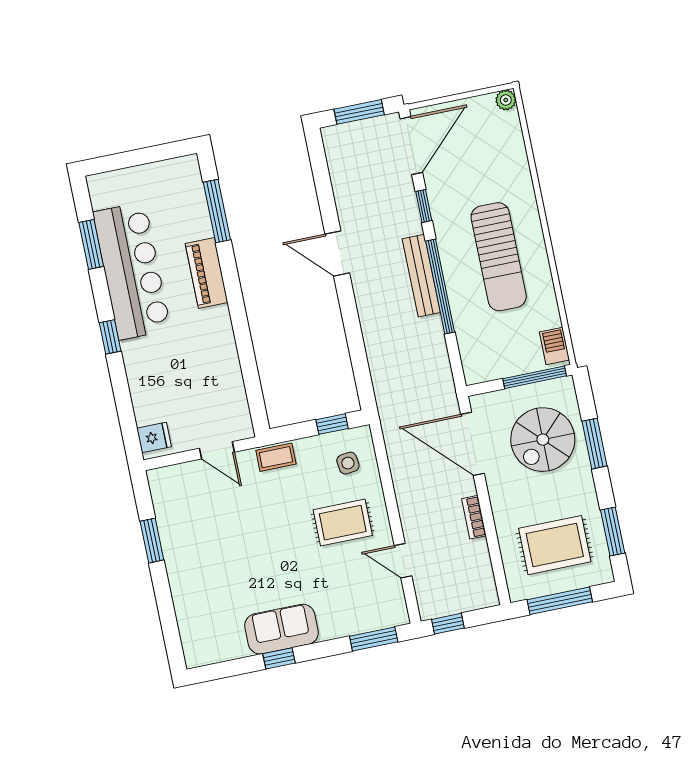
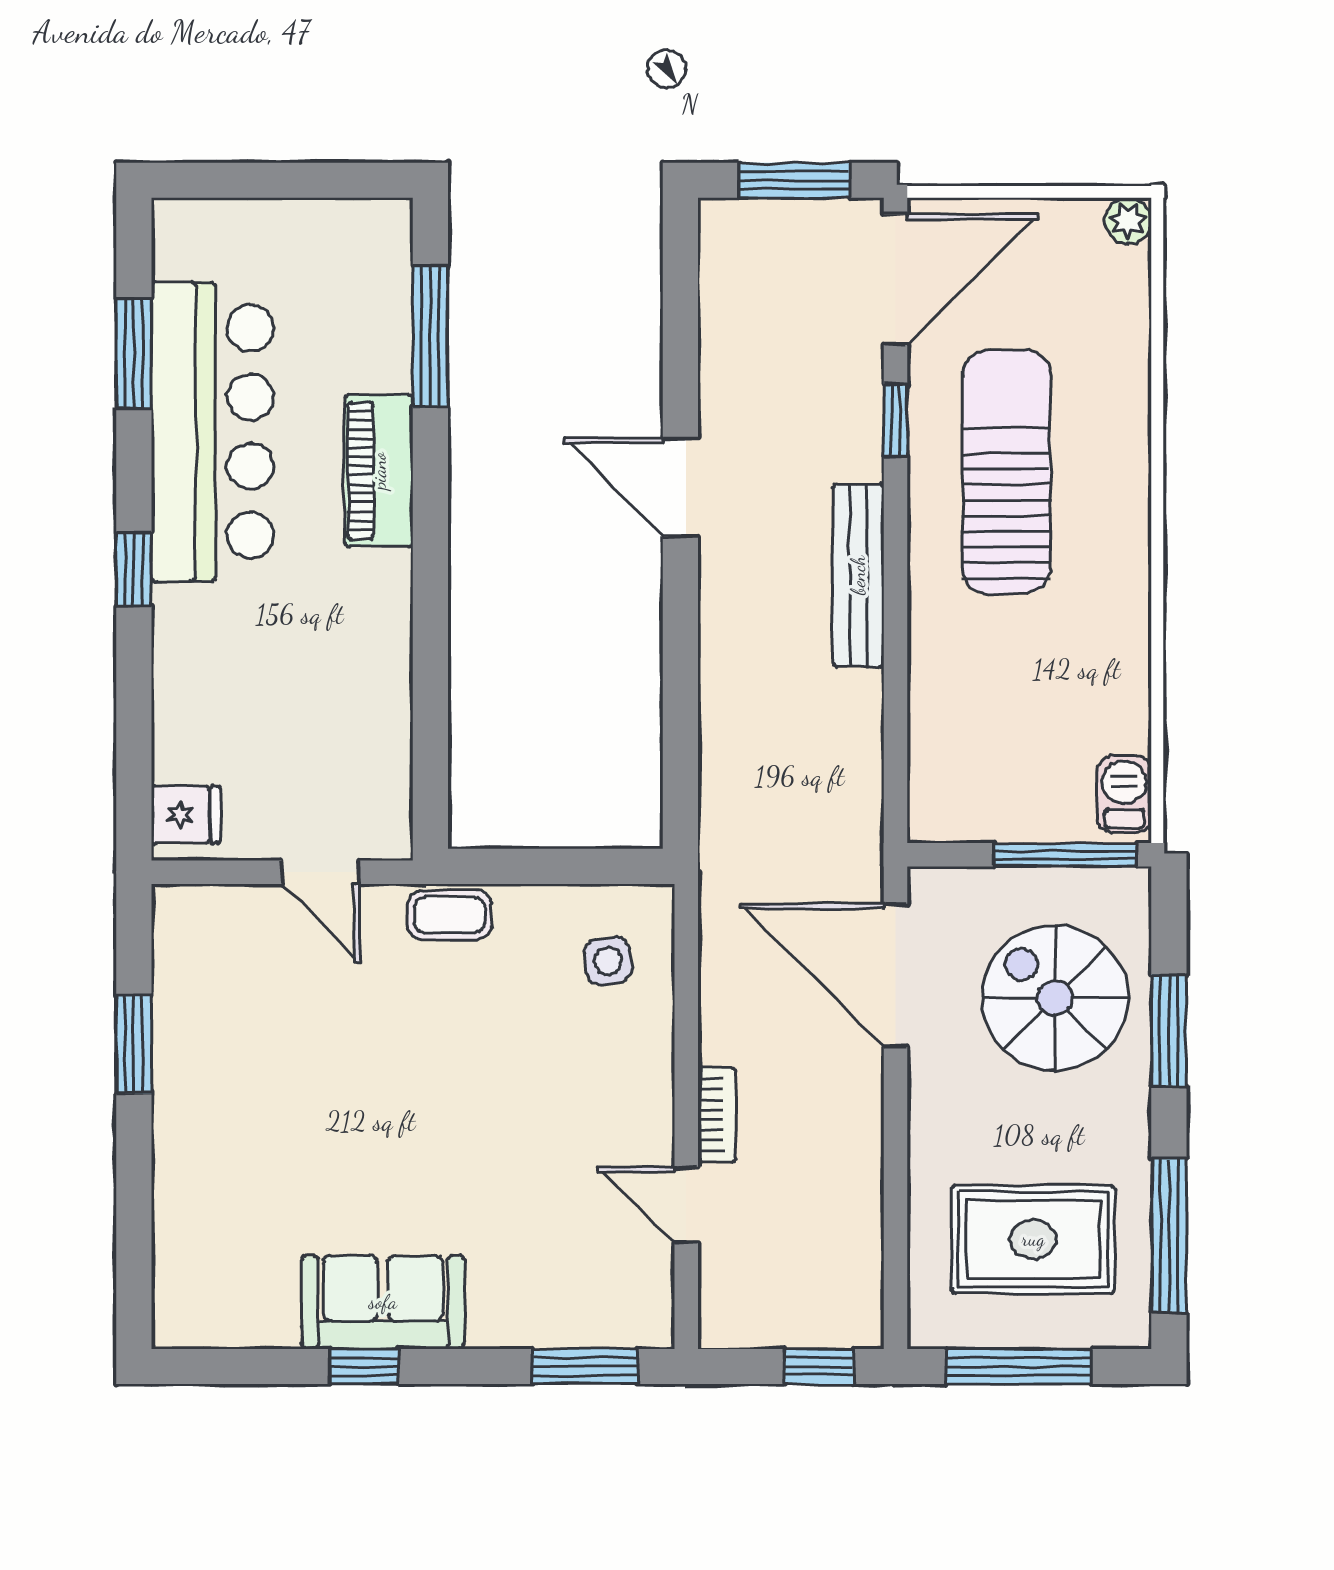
sun lounger: (499, 257) -> (1006, 472), moved, turned 180
window: (440, 287) -> (896, 608), removed
window: (332, 424) -> (590, 866), removed
spiral stairs: (543, 440) -> (1055, 998), turned 90
bookcase: (474, 517) -> (717, 1115), moved, turned 180
rug: (343, 523) -> (569, 1092), removed
window: (613, 531) -> (1169, 1236), width x1.44
window: (448, 624) -> (819, 1366), moved

